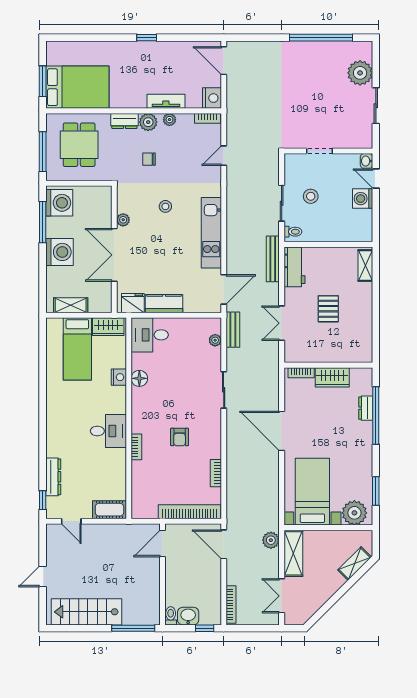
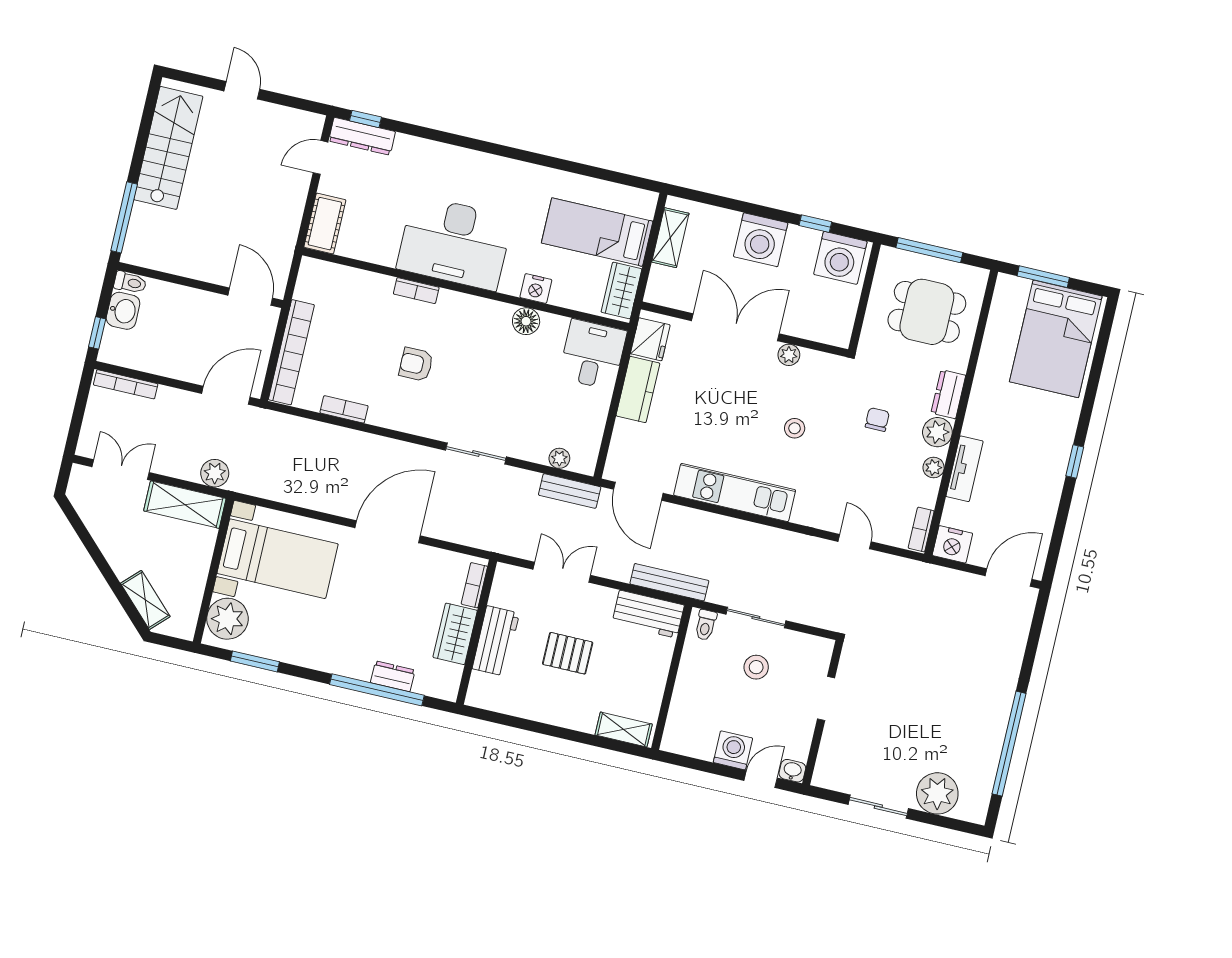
bed: (77, 87) -> (1056, 339), moved
window: (43, 222) -> (815, 224), width x0.46
workbench: (331, 353) -> (496, 641), added
desk: (108, 431) -> (455, 243), width x1.87, depth x1.30
dresser: (53, 477) -> (362, 136), moved

